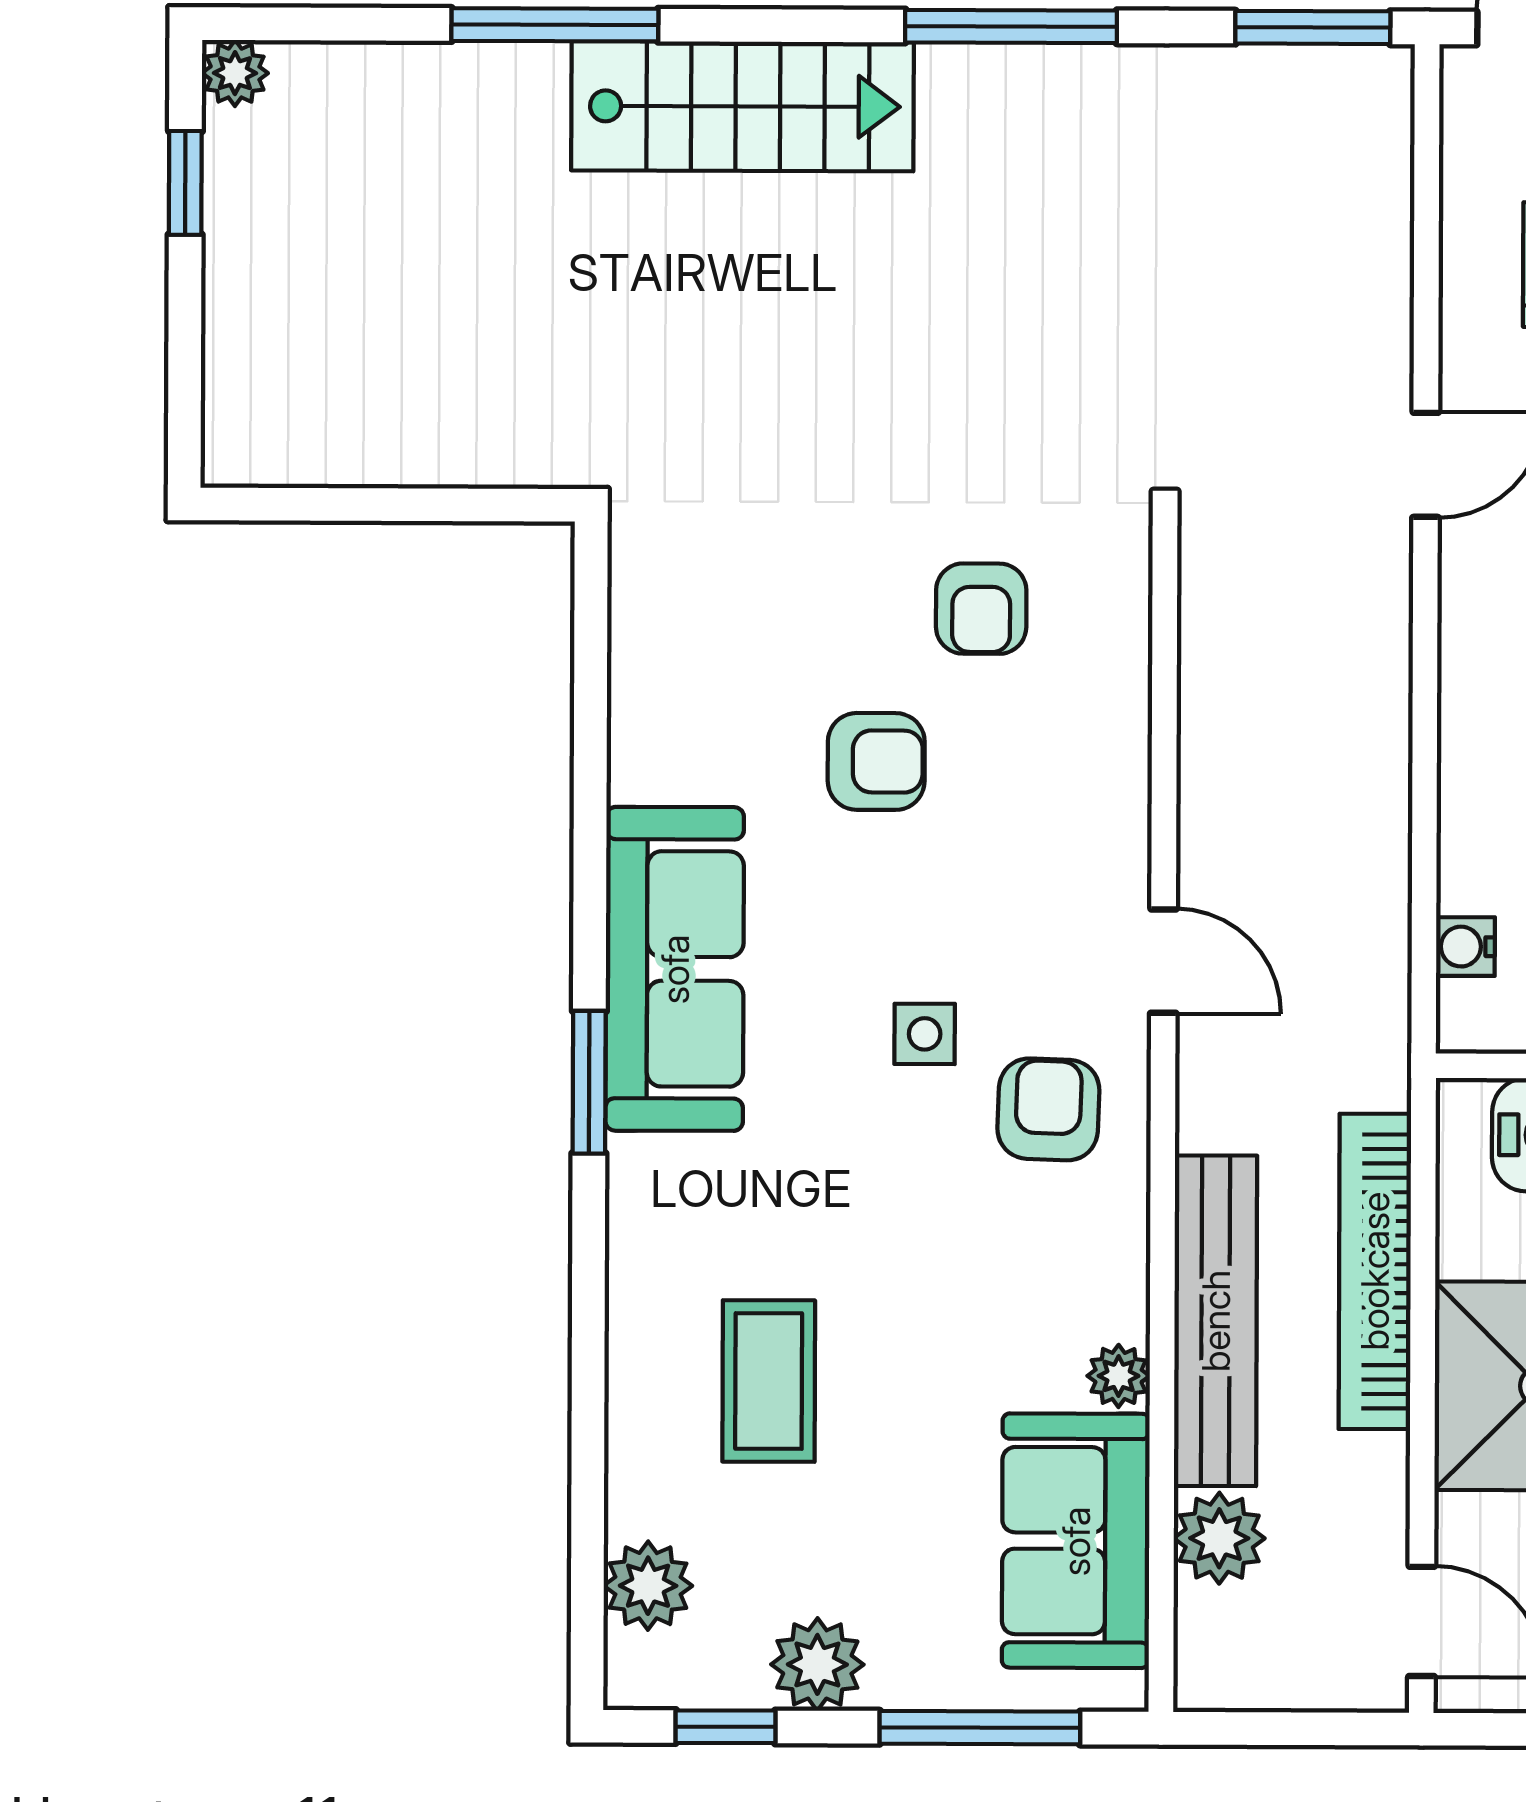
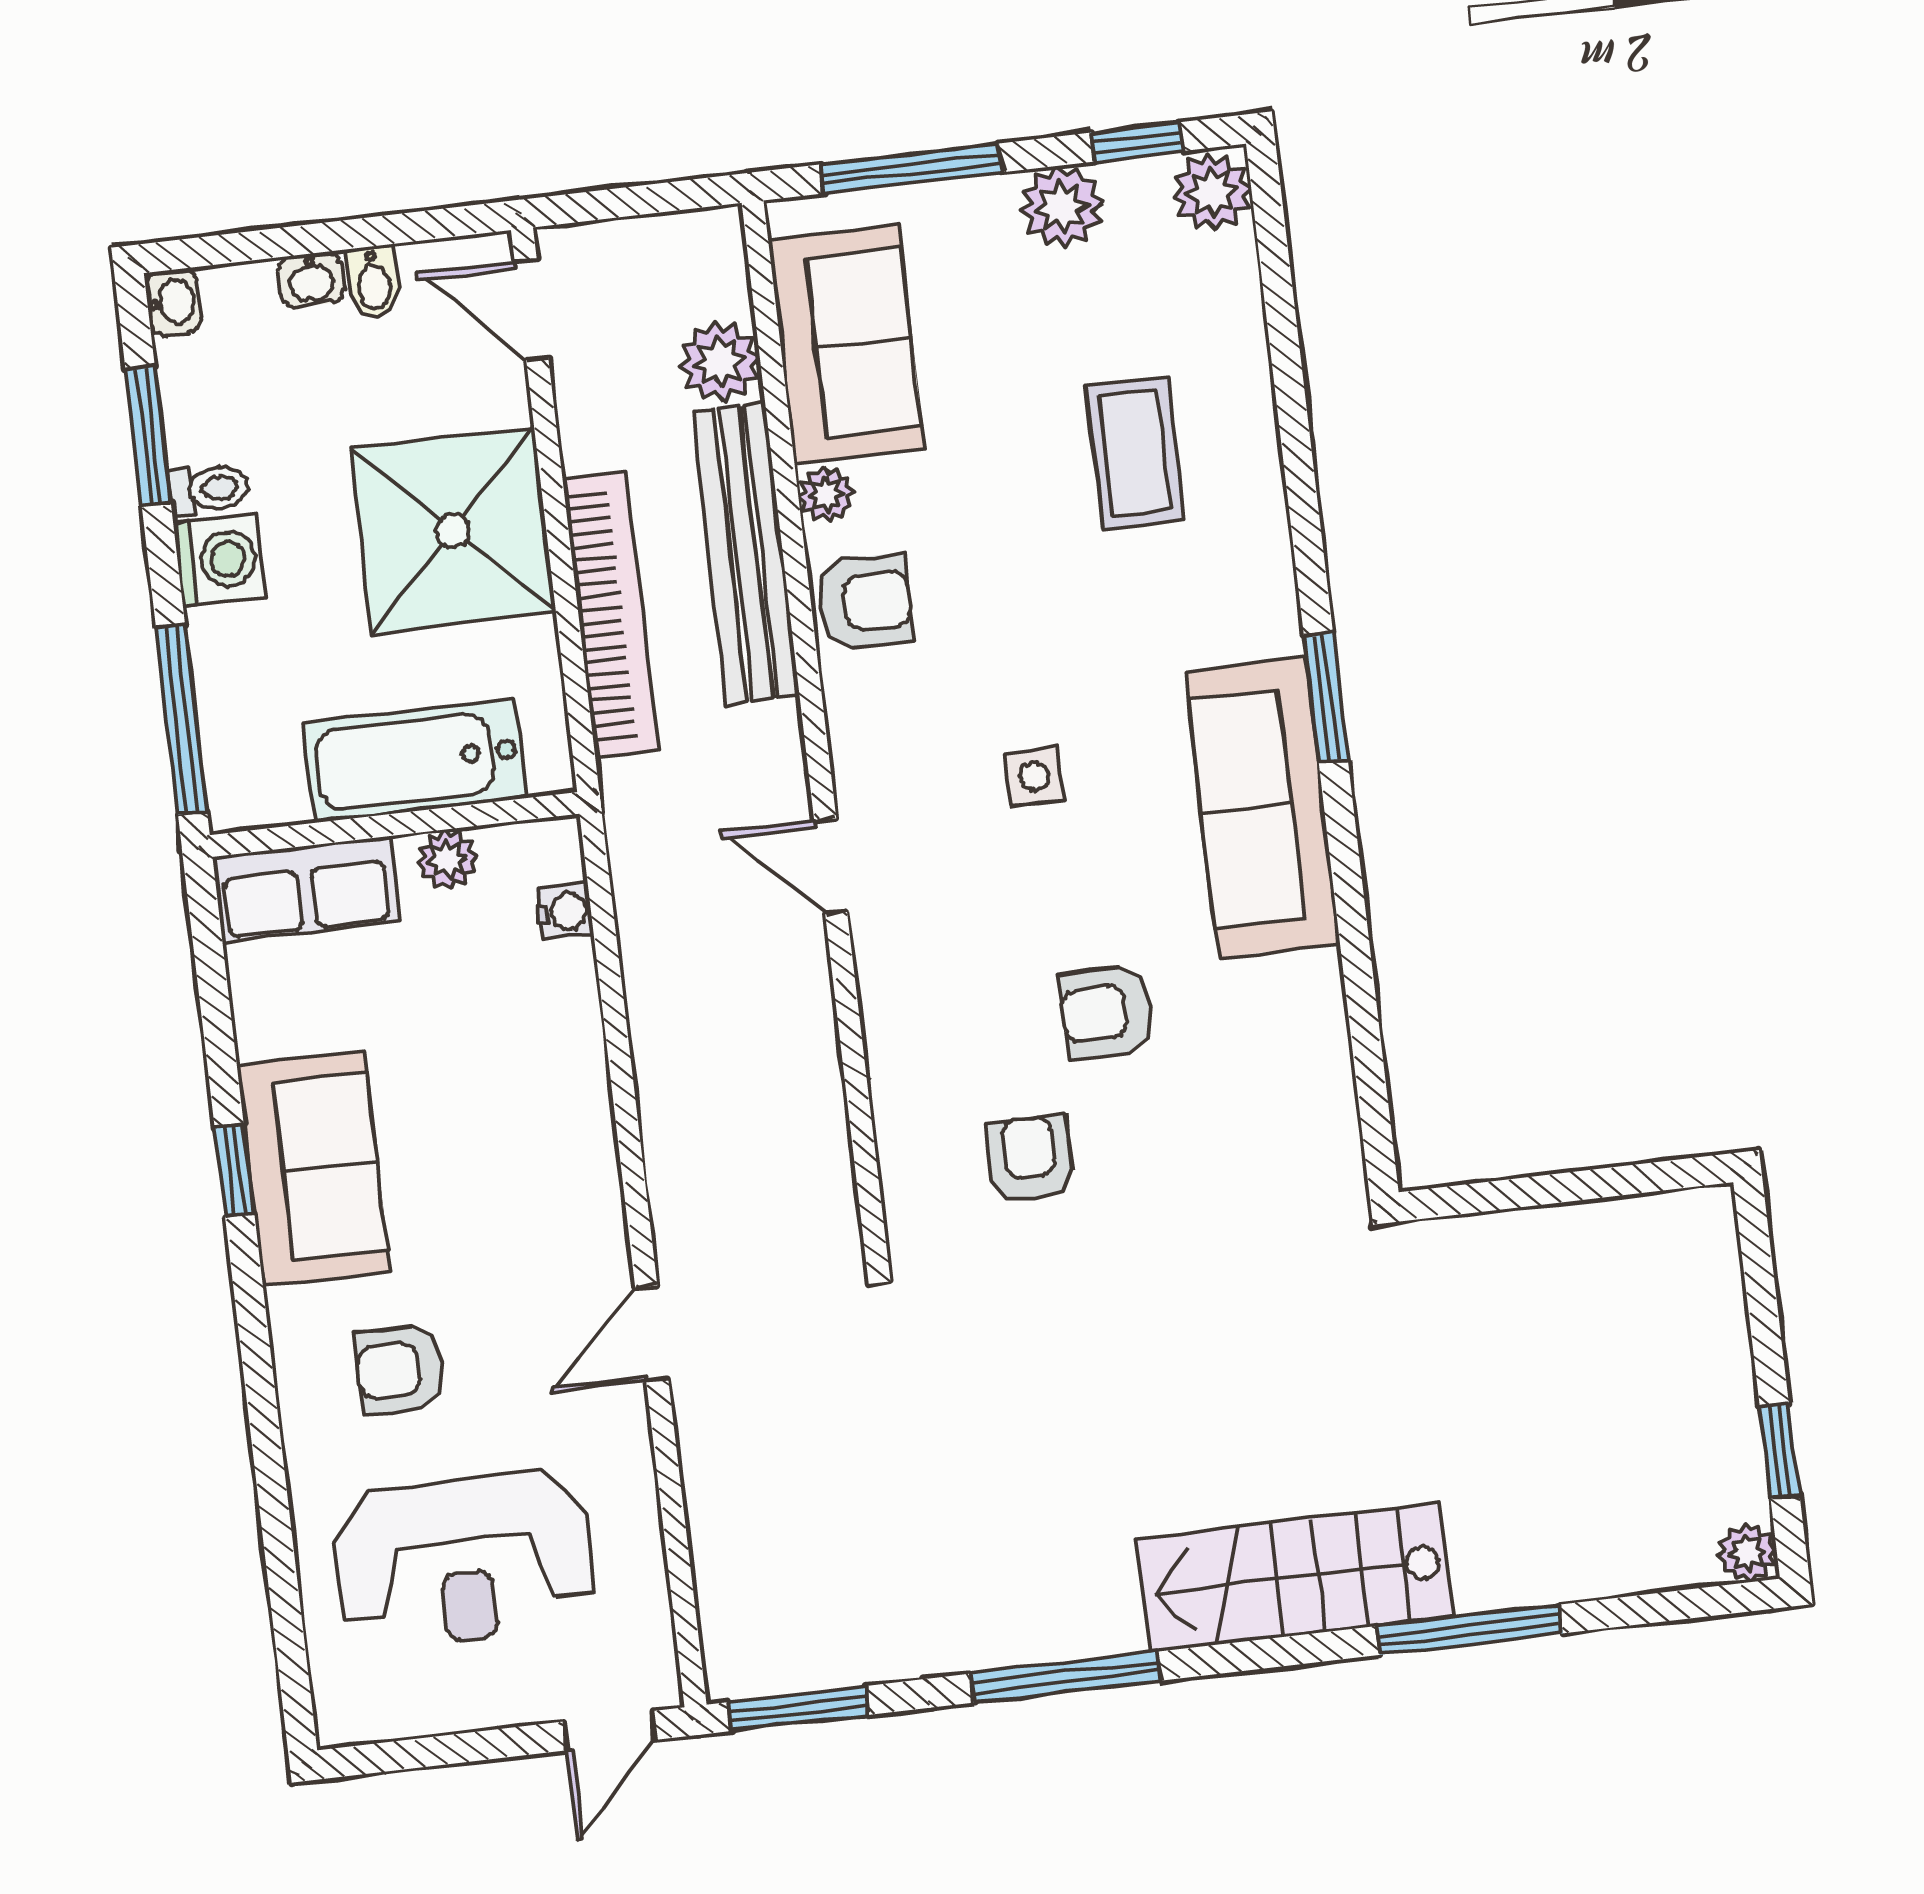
armchair: (1048, 1109) -> (865, 602), moved, turned -92
plant: (648, 1586) -> (1212, 192), moved

